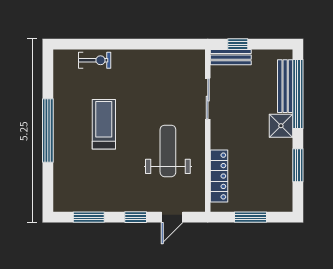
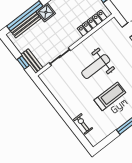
treadmill: (104, 124) -> (110, 96), turned 180
weight bench: (168, 151) -> (96, 67), moved

